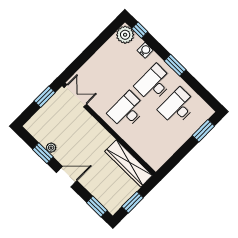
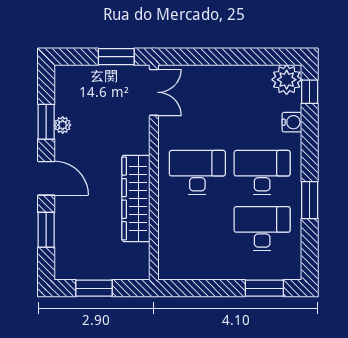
window: (175, 65) -> (310, 200), moved
wardrobe: (129, 163) -> (136, 198), moved
window: (97, 207) -> (46, 230), moved

